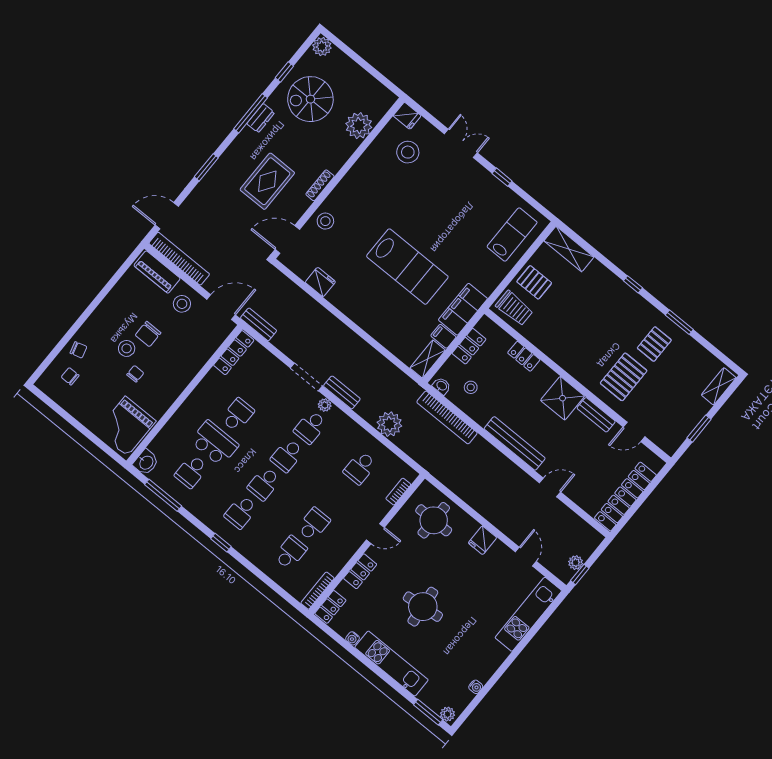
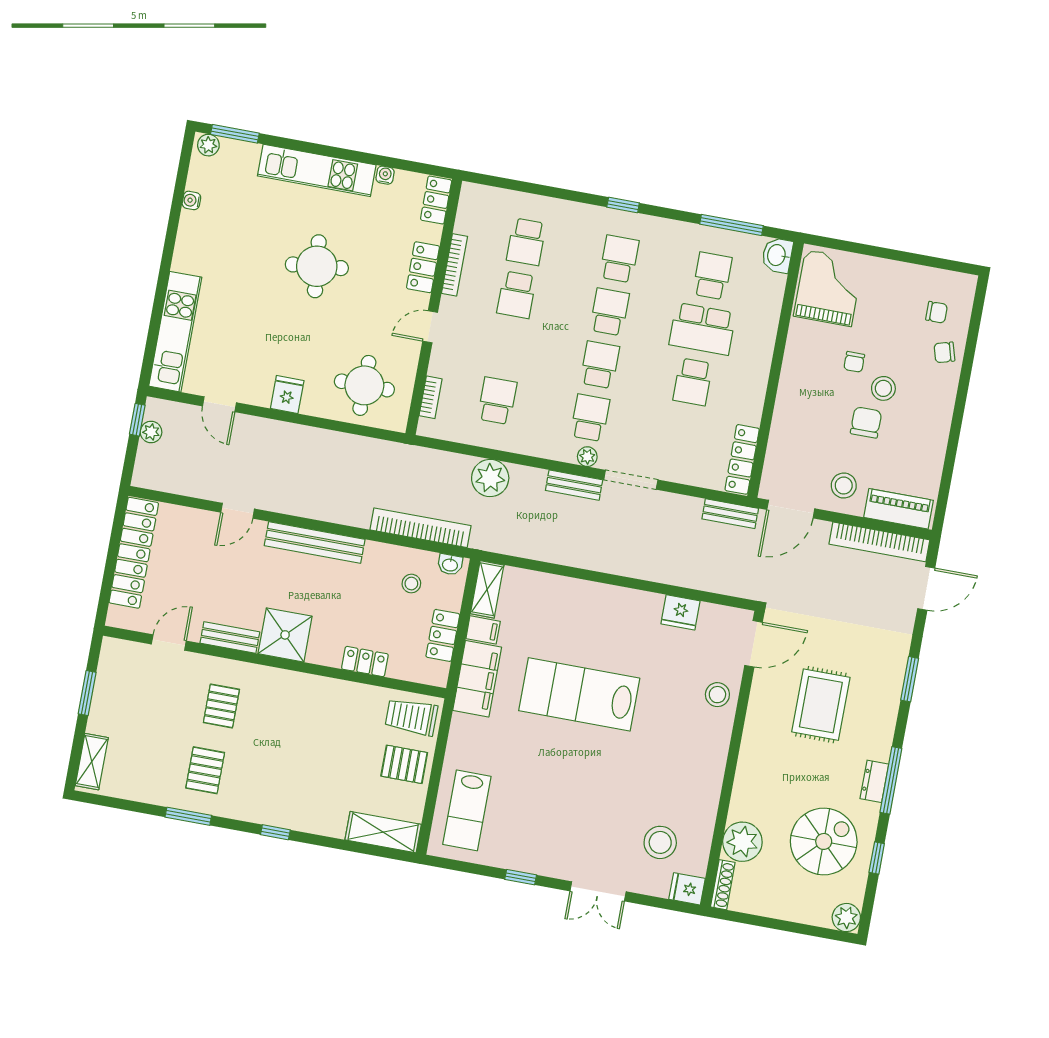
shoe rack: (320, 185) -> (723, 885), moved
pallet: (624, 377) -> (221, 706), width x0.67, depth x0.71
bookcase: (317, 591) -> (455, 265), moved

